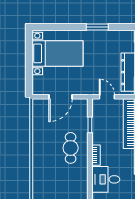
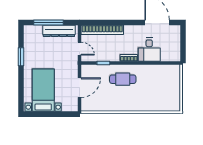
door: (61, 97) -> (80, 88), hinge flipped
door: (107, 97) -> (80, 49), swing flipped

